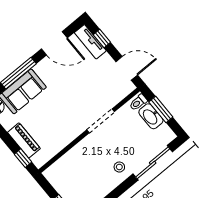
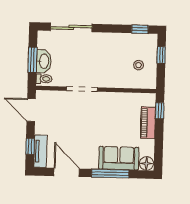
stool: (119, 167) -> (138, 65), moved

